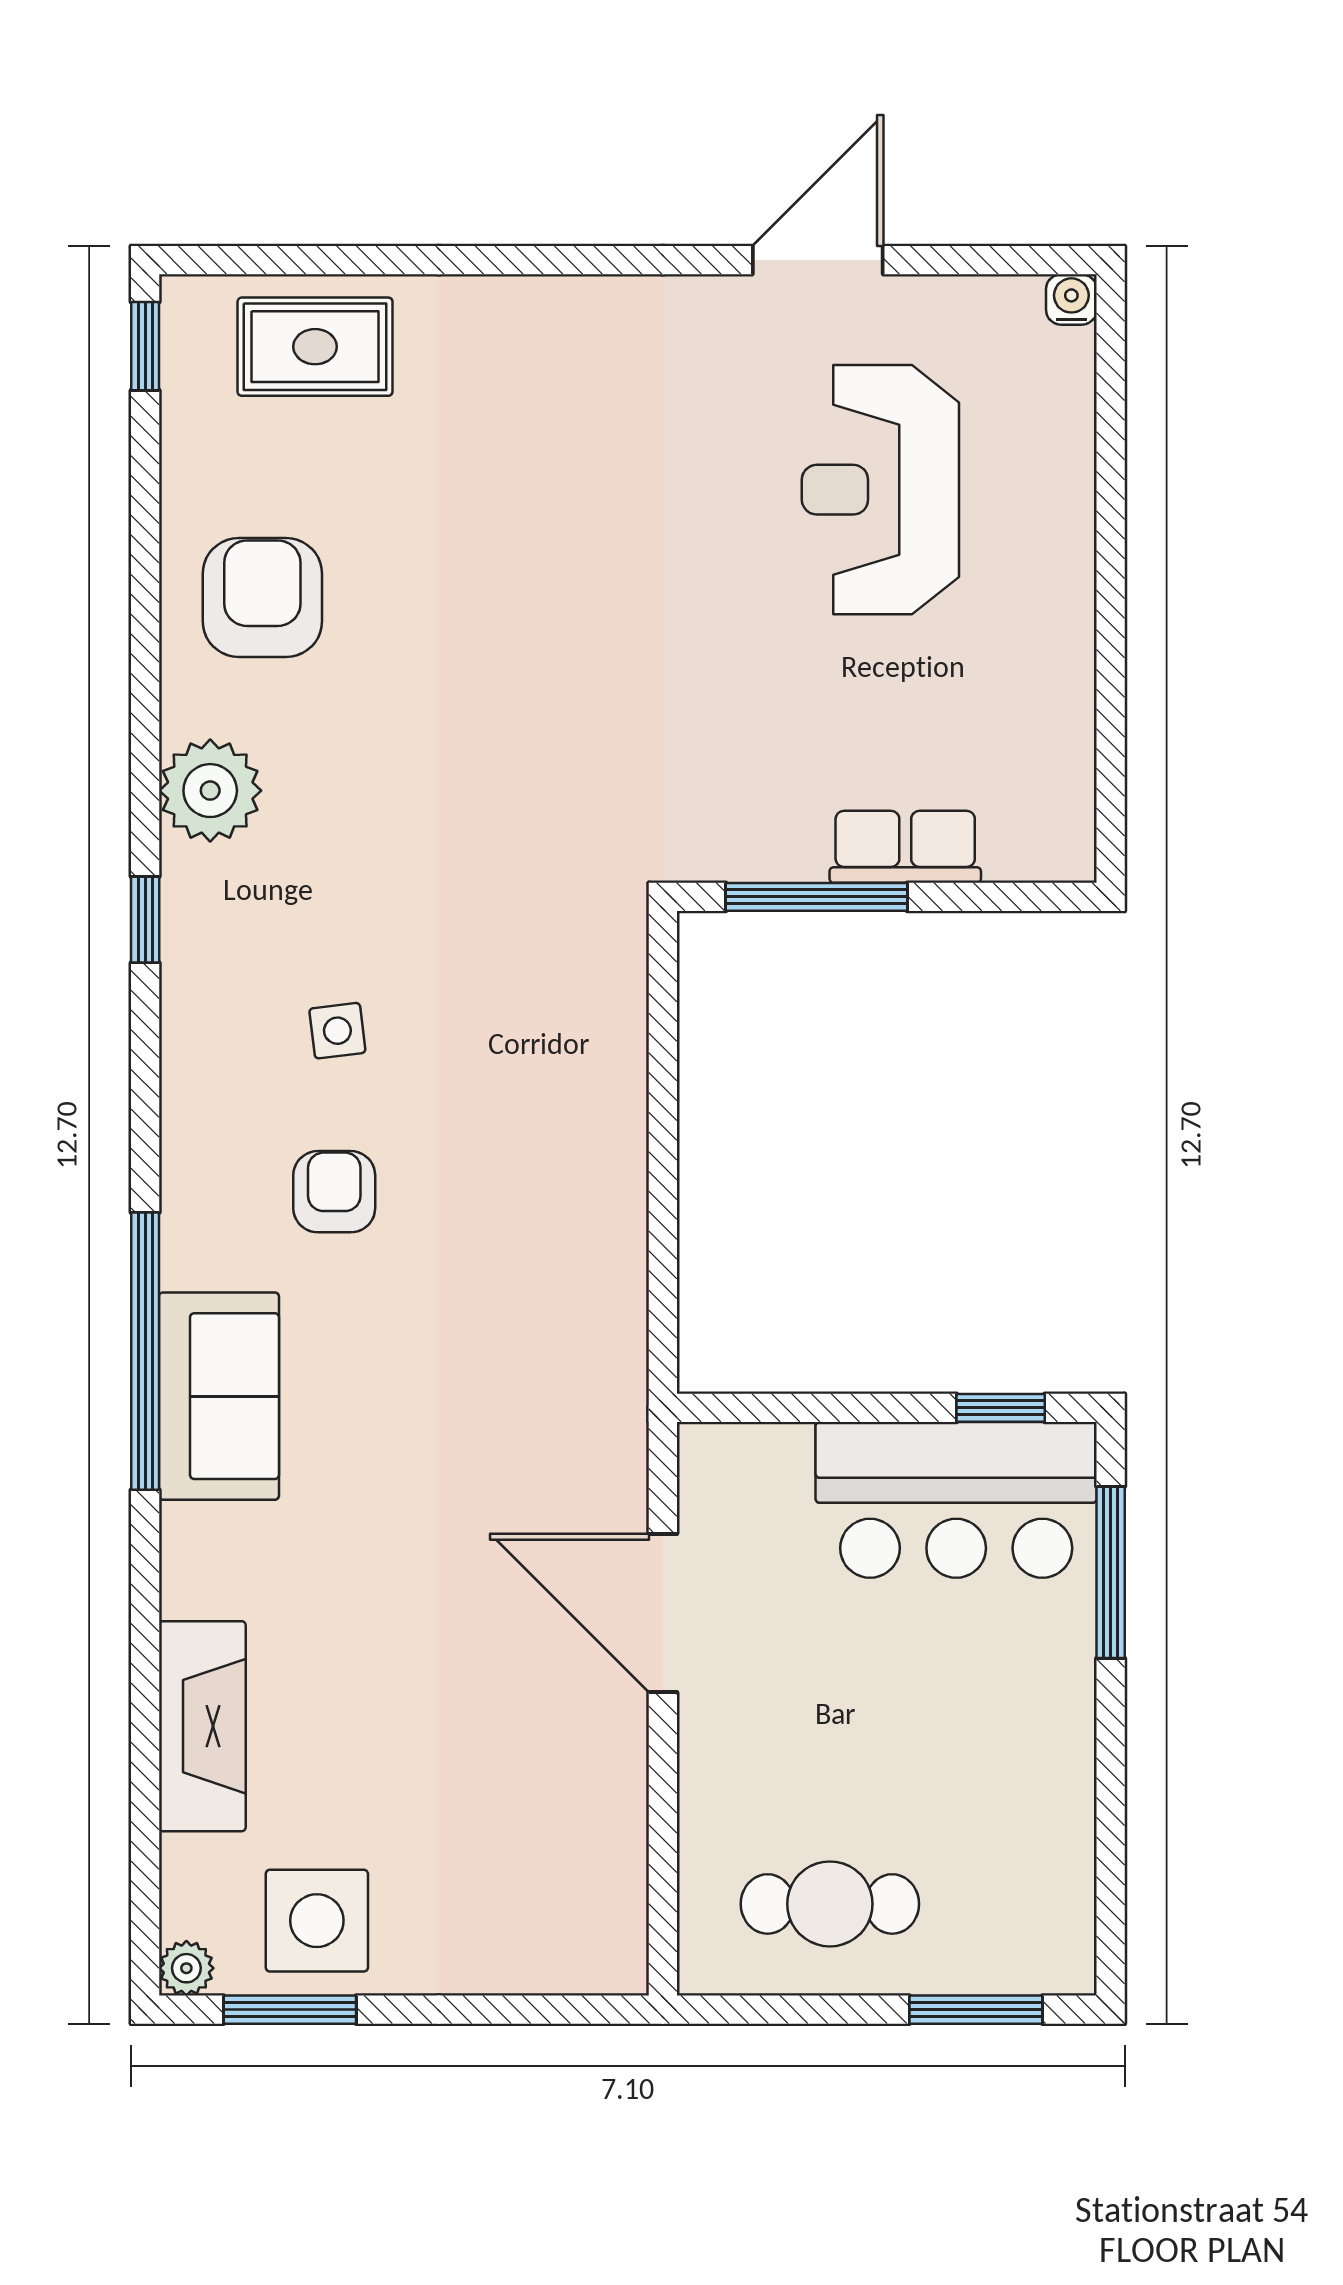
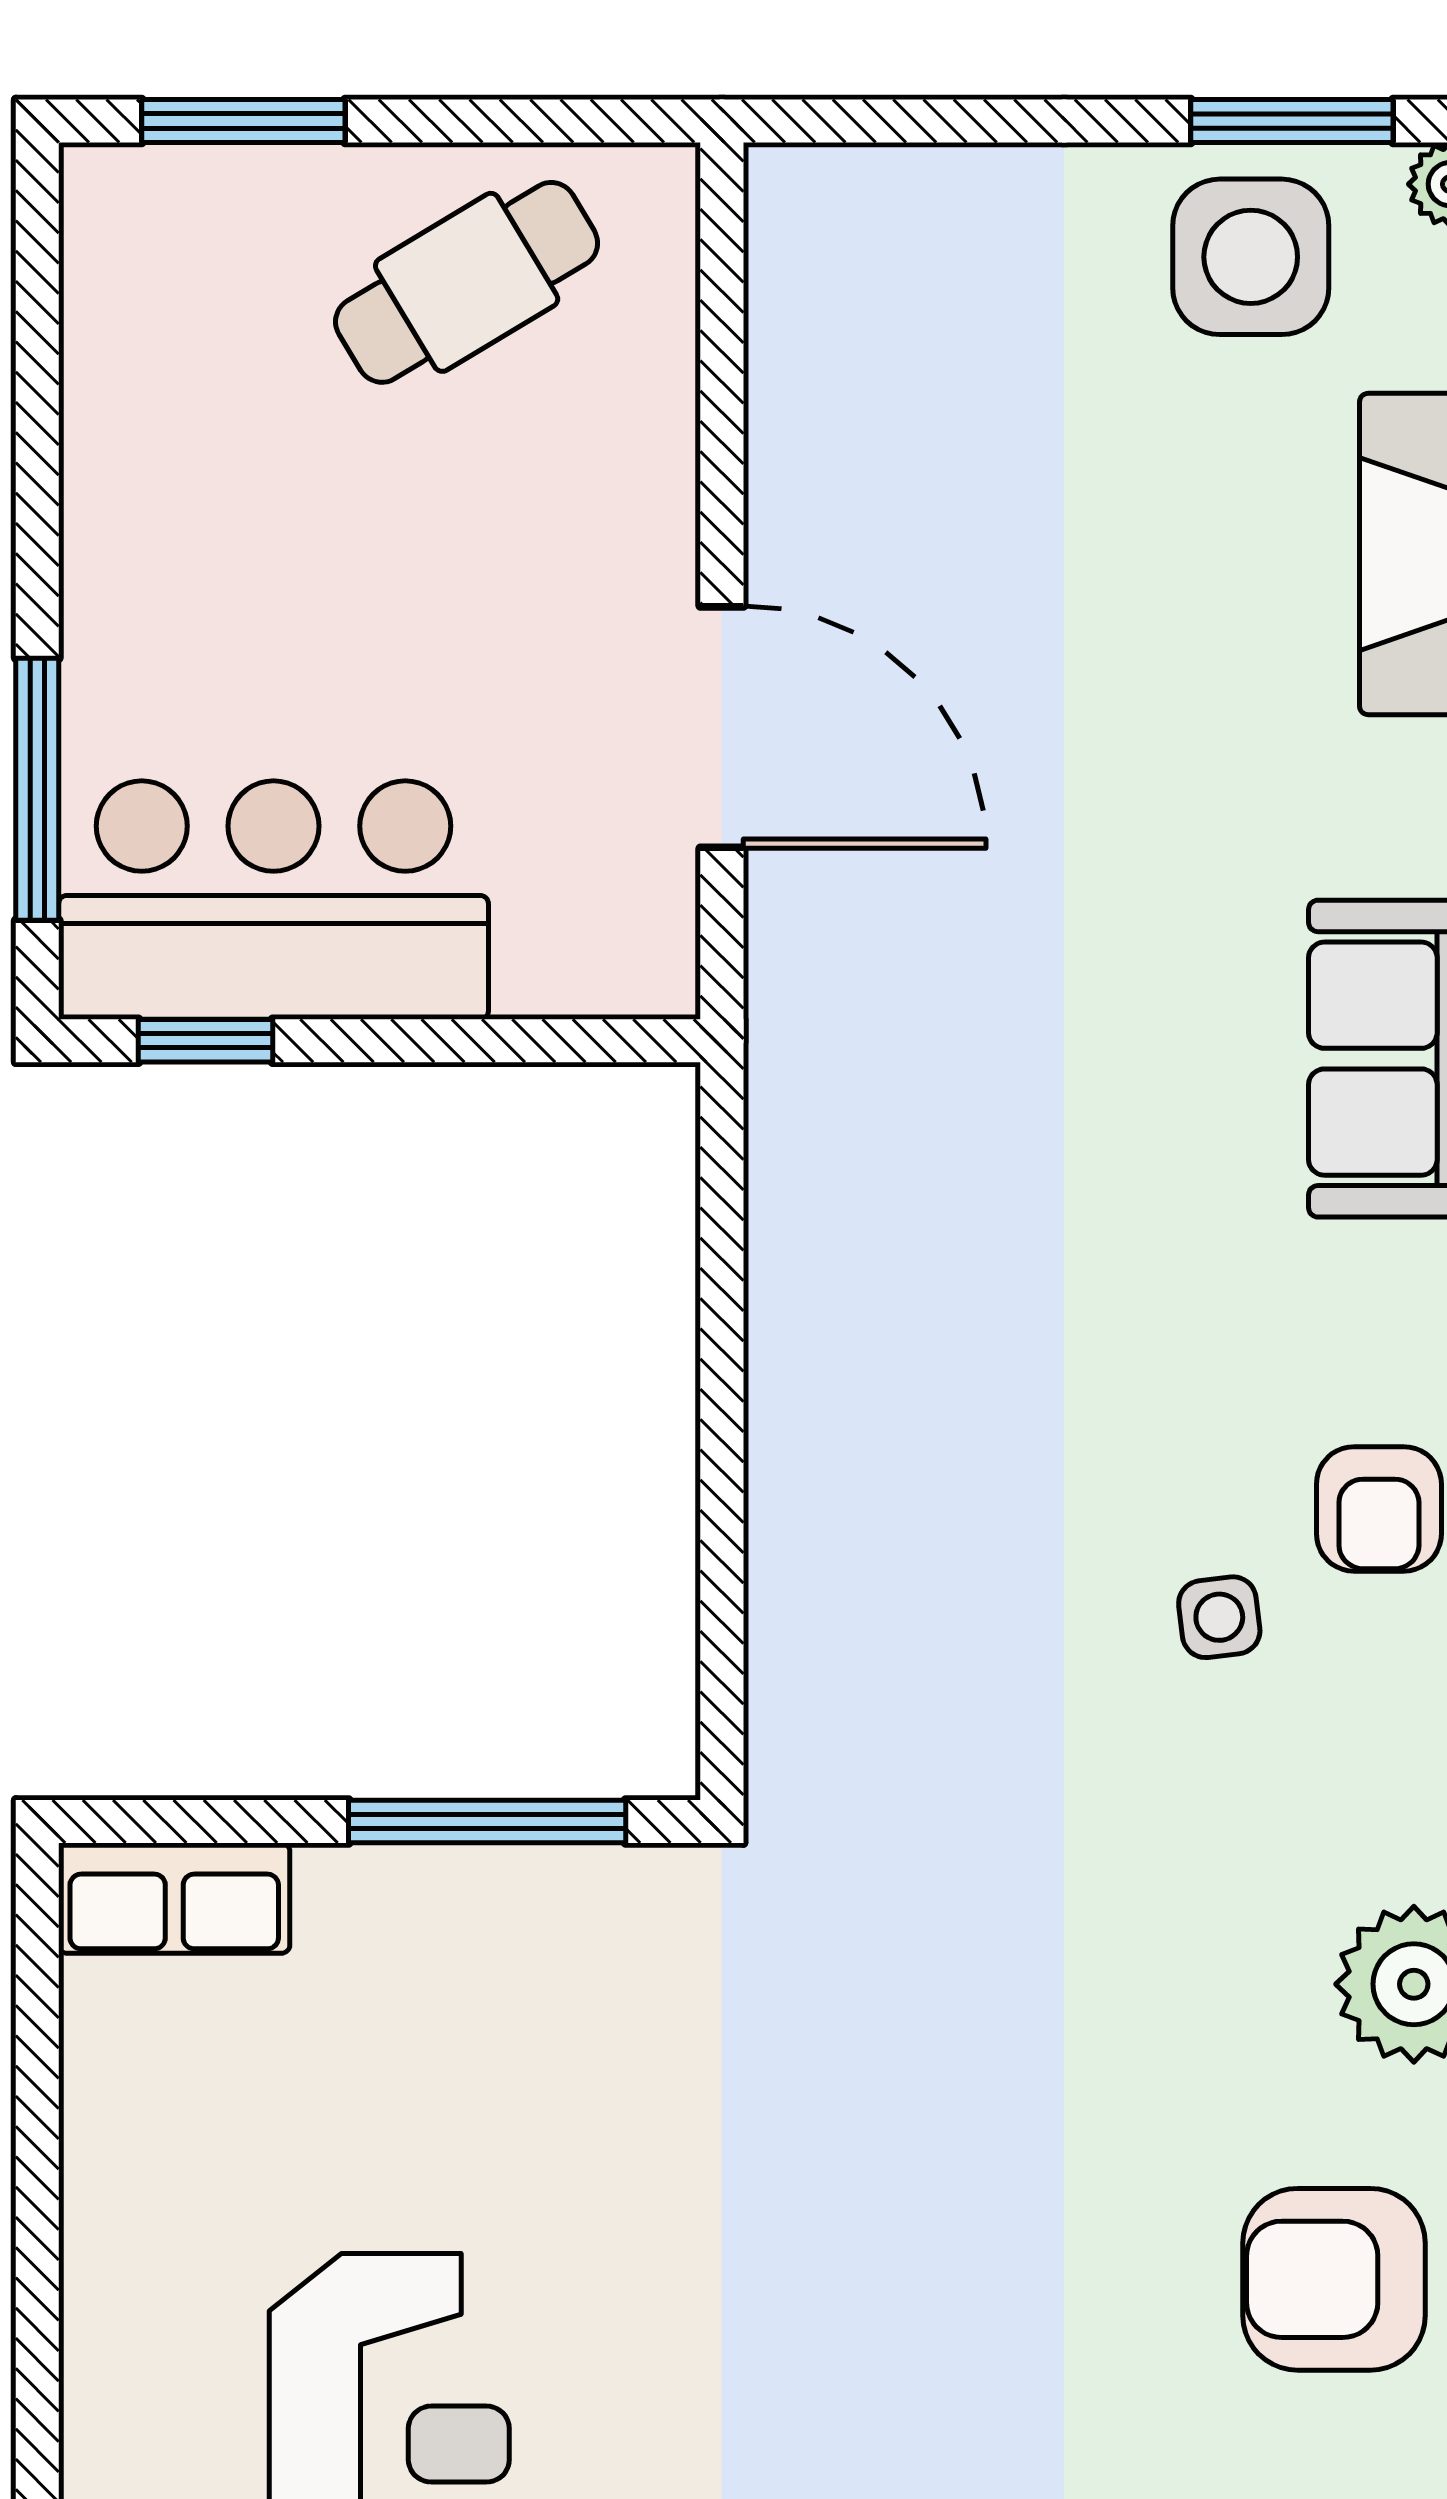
armchair: (262, 597) -> (1334, 2279), turned 90
row of seats: (905, 847) -> (174, 1898), moved
armchair: (334, 1192) -> (1379, 1509), moved
cafe table: (830, 1904) -> (467, 282), turned -31

